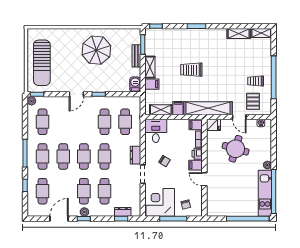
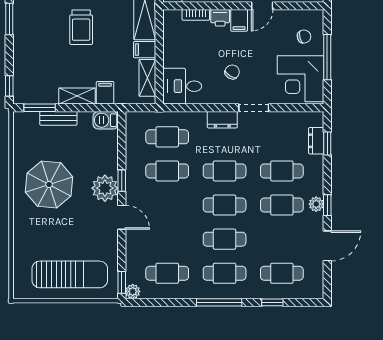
plant: (94, 84) -> (105, 188), added
filing cabinet: (196, 125) -> (173, 20), removed
door: (59, 219) -> (327, 246), swing flipped

